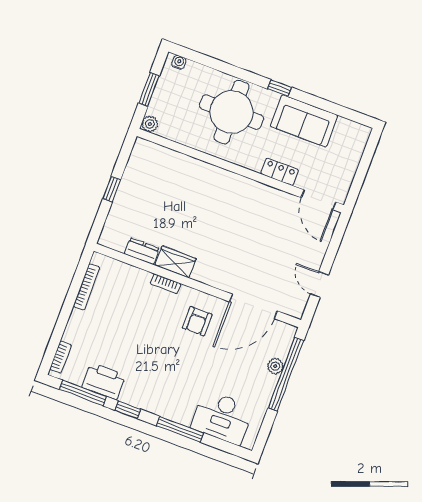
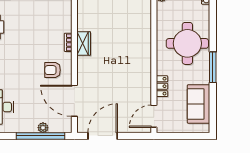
window: (280, 88) -> (213, 67), width x2.17
sofa: (304, 121) -> (199, 104), moved
dresser: (142, 251) -> (83, 20), removed
door: (319, 284) -> (103, 136), width x1.88

